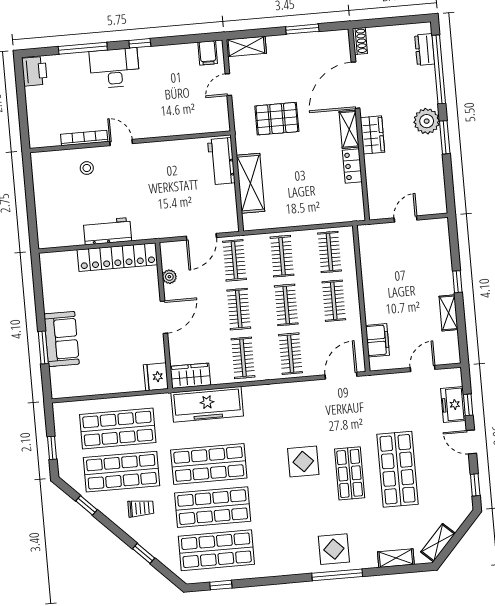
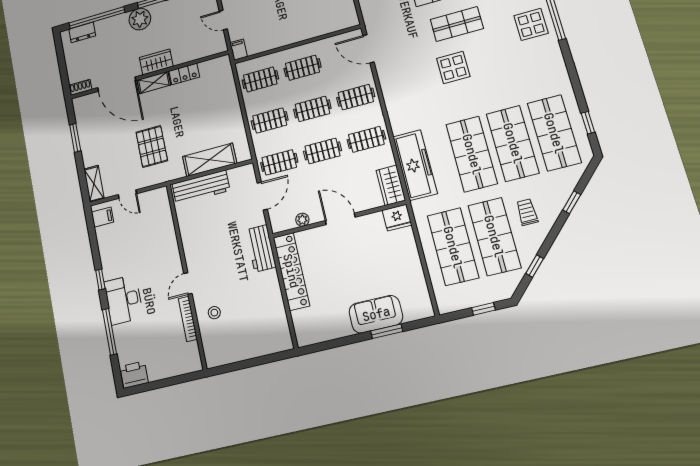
workbench: (221, 161) -> (201, 187), width x1.37
workbench: (107, 231) -> (261, 248), moved
door: (201, 237) -> (262, 196), hinge flipped
filing cabinet: (377, 340) -> (239, 50), moved, width x0.50

